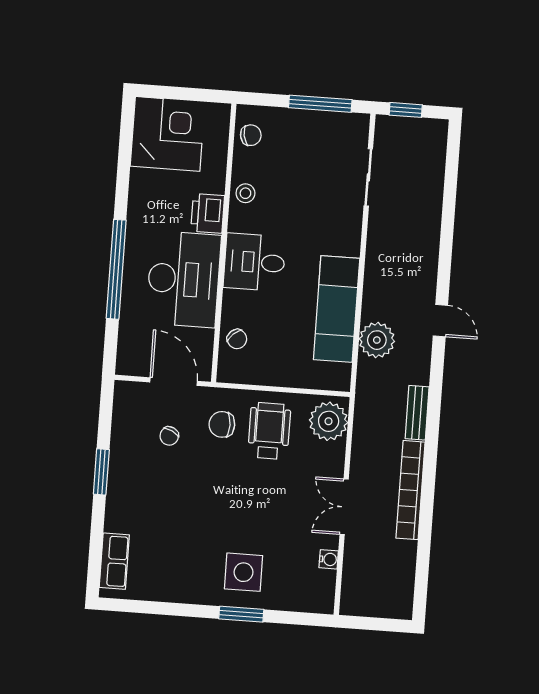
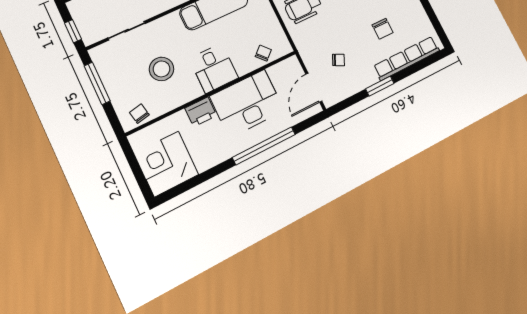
stool: (245, 193) -> (162, 69), moved, width x1.89, depth x1.89
door: (174, 382) -> (314, 88), moved
chair: (222, 424) -> (383, 29), moved
row of seats: (114, 561) -> (407, 58), width x2.02

